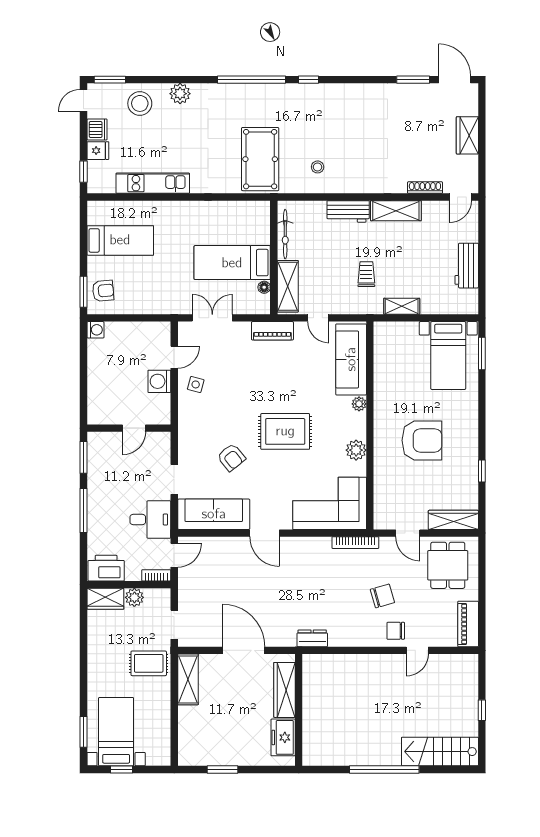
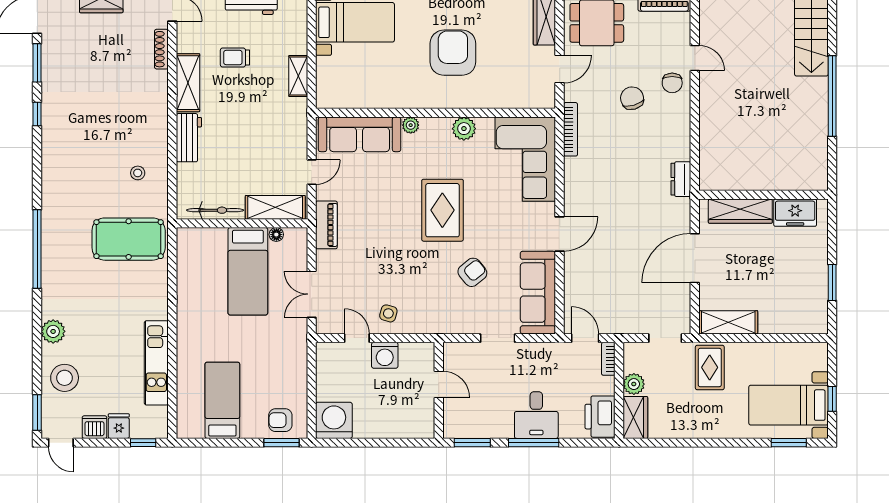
window: (308, 80) -> (37, 114), moved
trolley: (366, 274) -> (235, 57), moved
armchair: (103, 291) -> (280, 420), turned -85
washing machine: (95, 330) -> (334, 420), width x1.89, depth x1.89
desk: (150, 519) -> (536, 415), moved, turned 180

